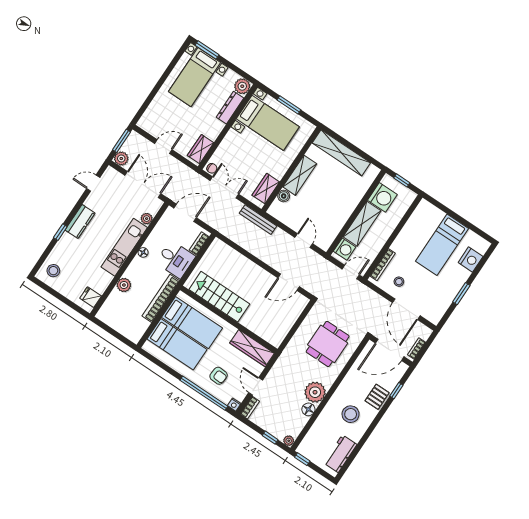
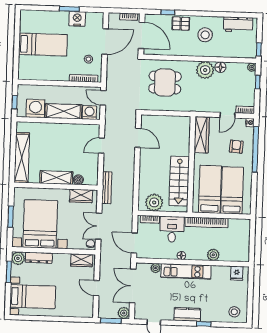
window: (207, 50) -> (9, 272), moved
bed with nightstands: (268, 123) -> (40, 224), width x1.36
plant: (213, 258) -> (154, 202), added
nightstand: (471, 260) -> (77, 19), moved

